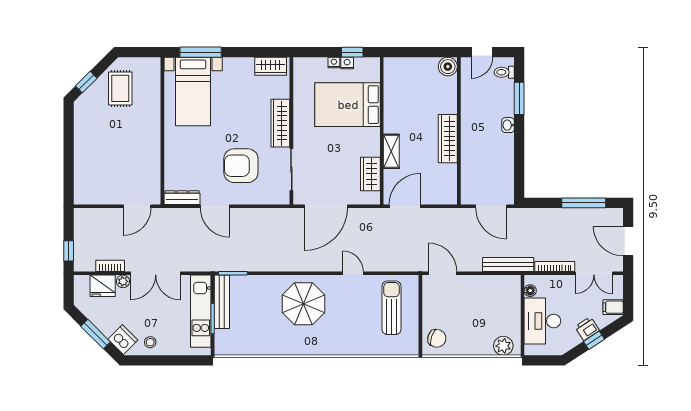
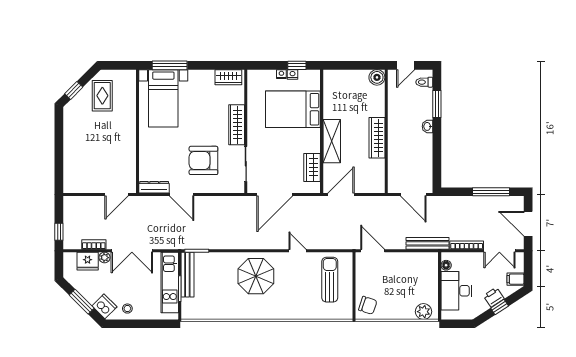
shelving: (391, 151) -> (332, 141), width x1.50, depth x1.33

